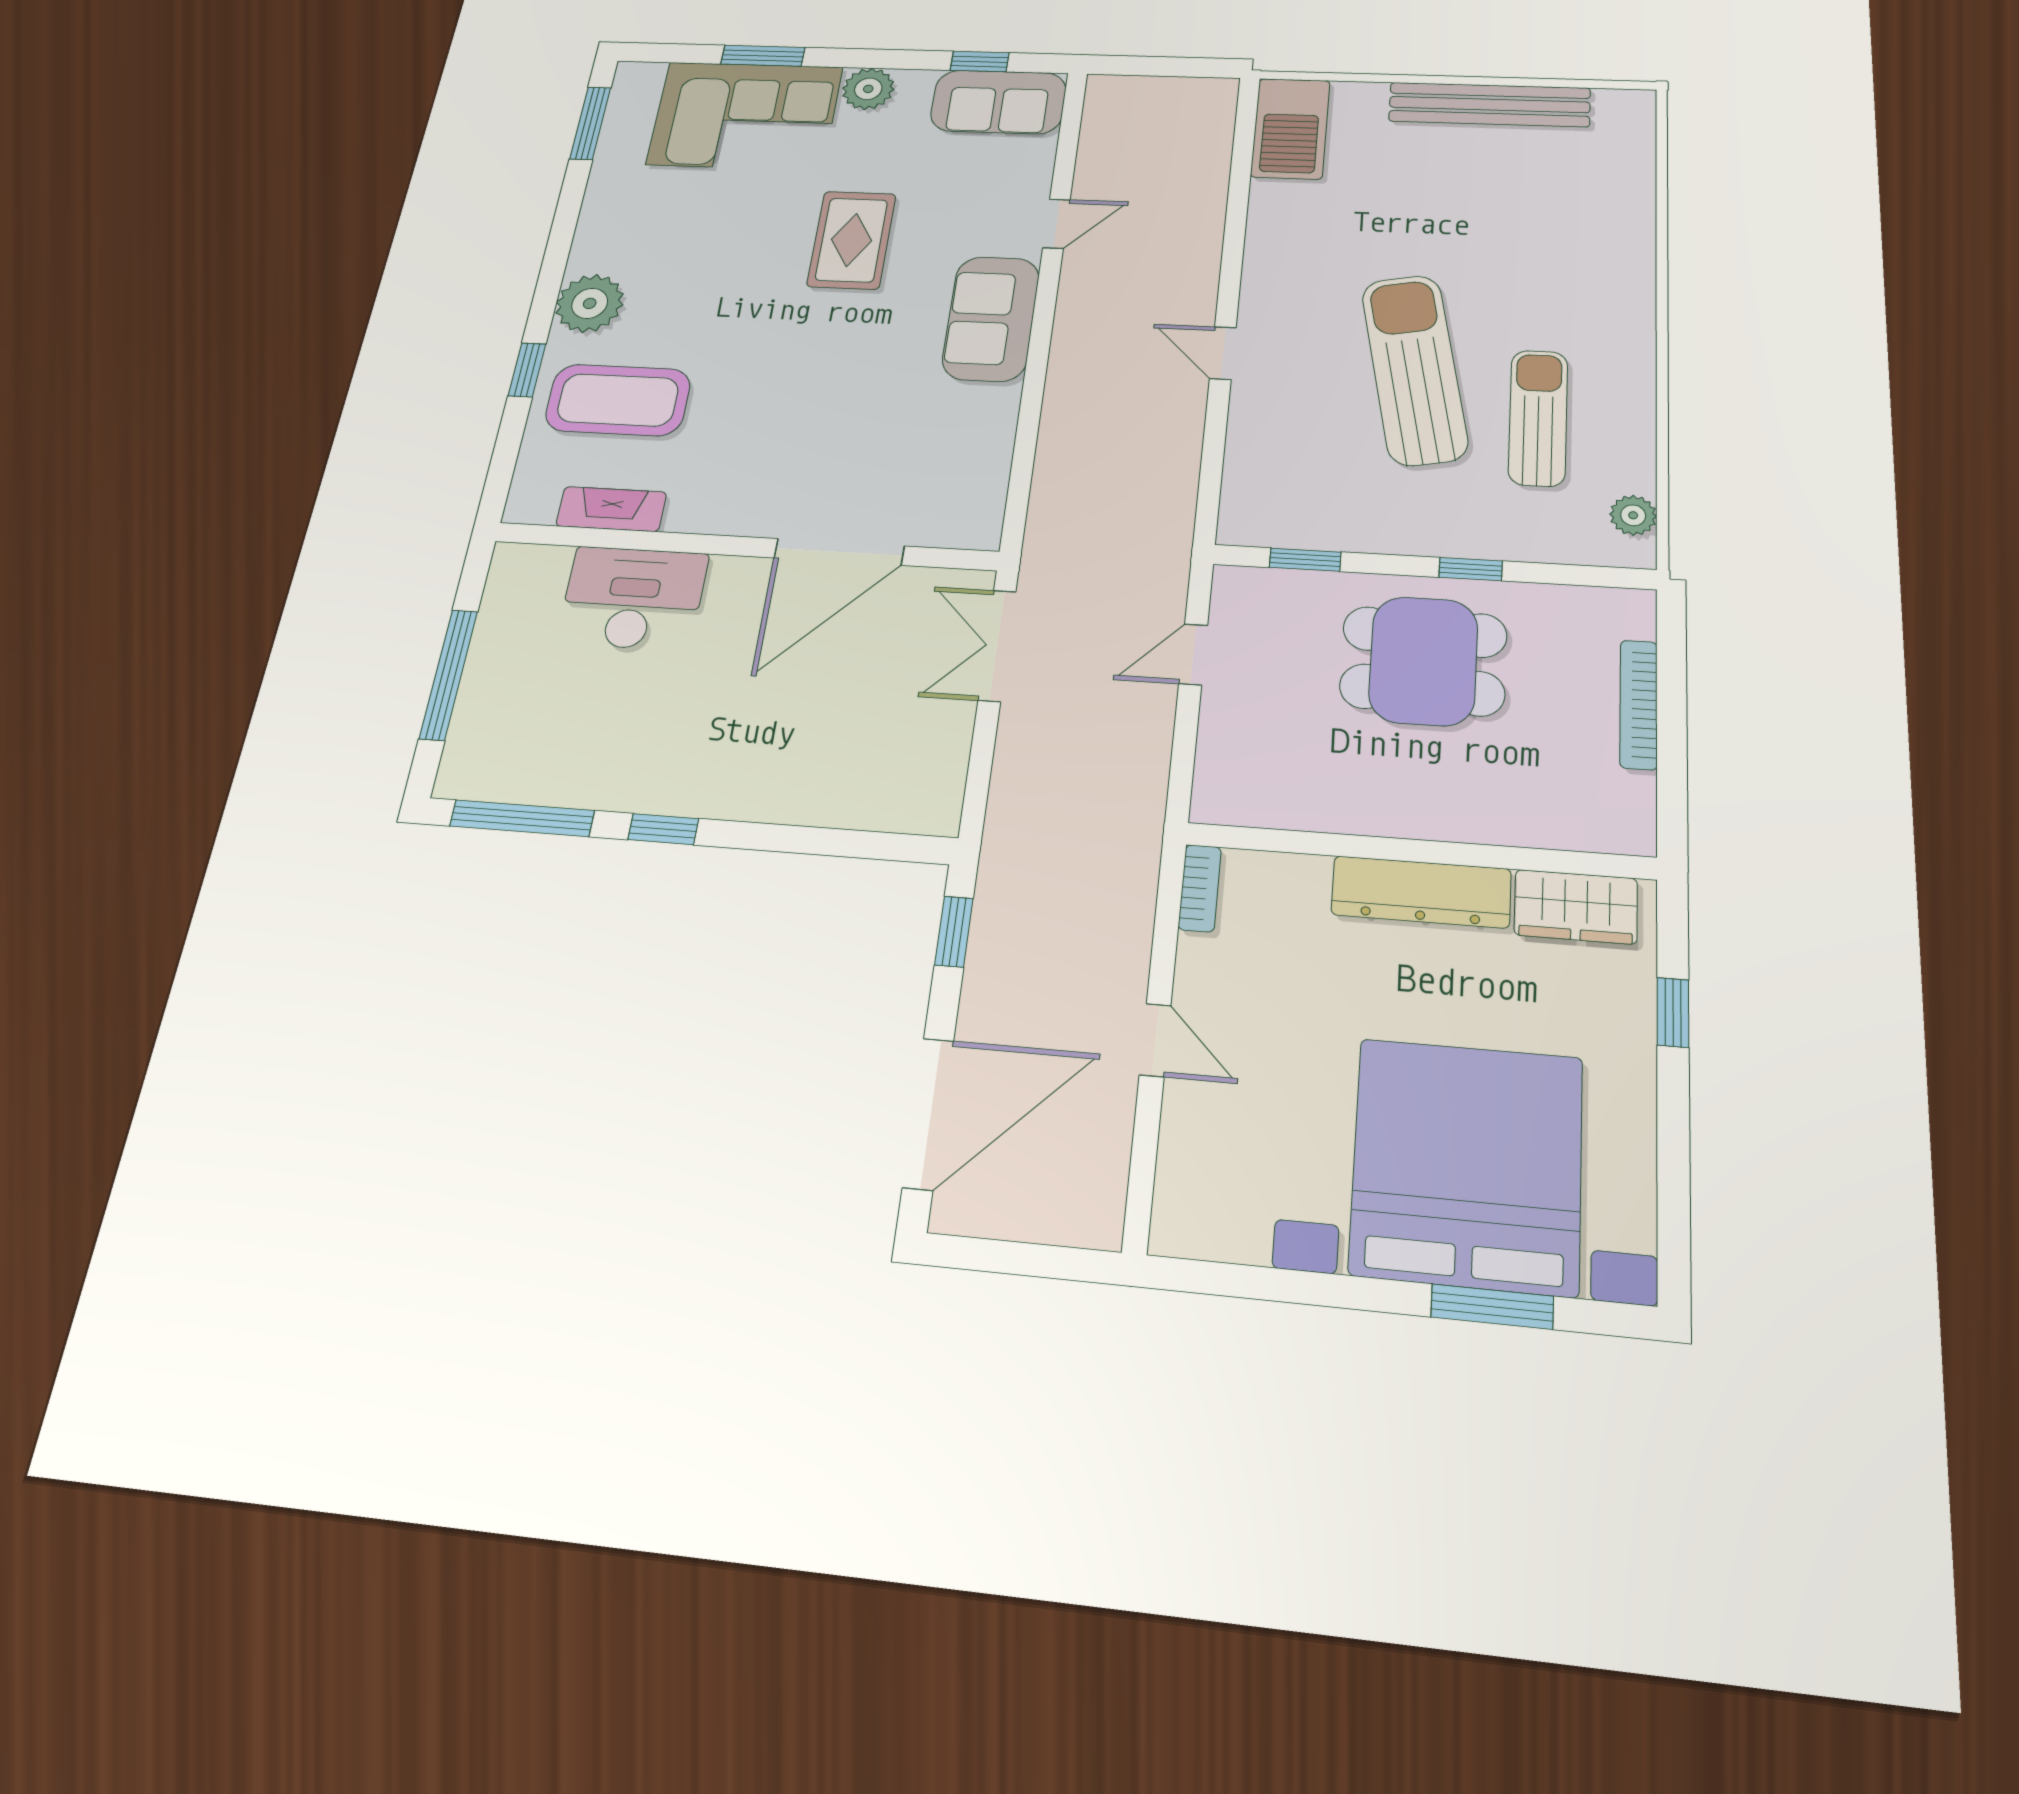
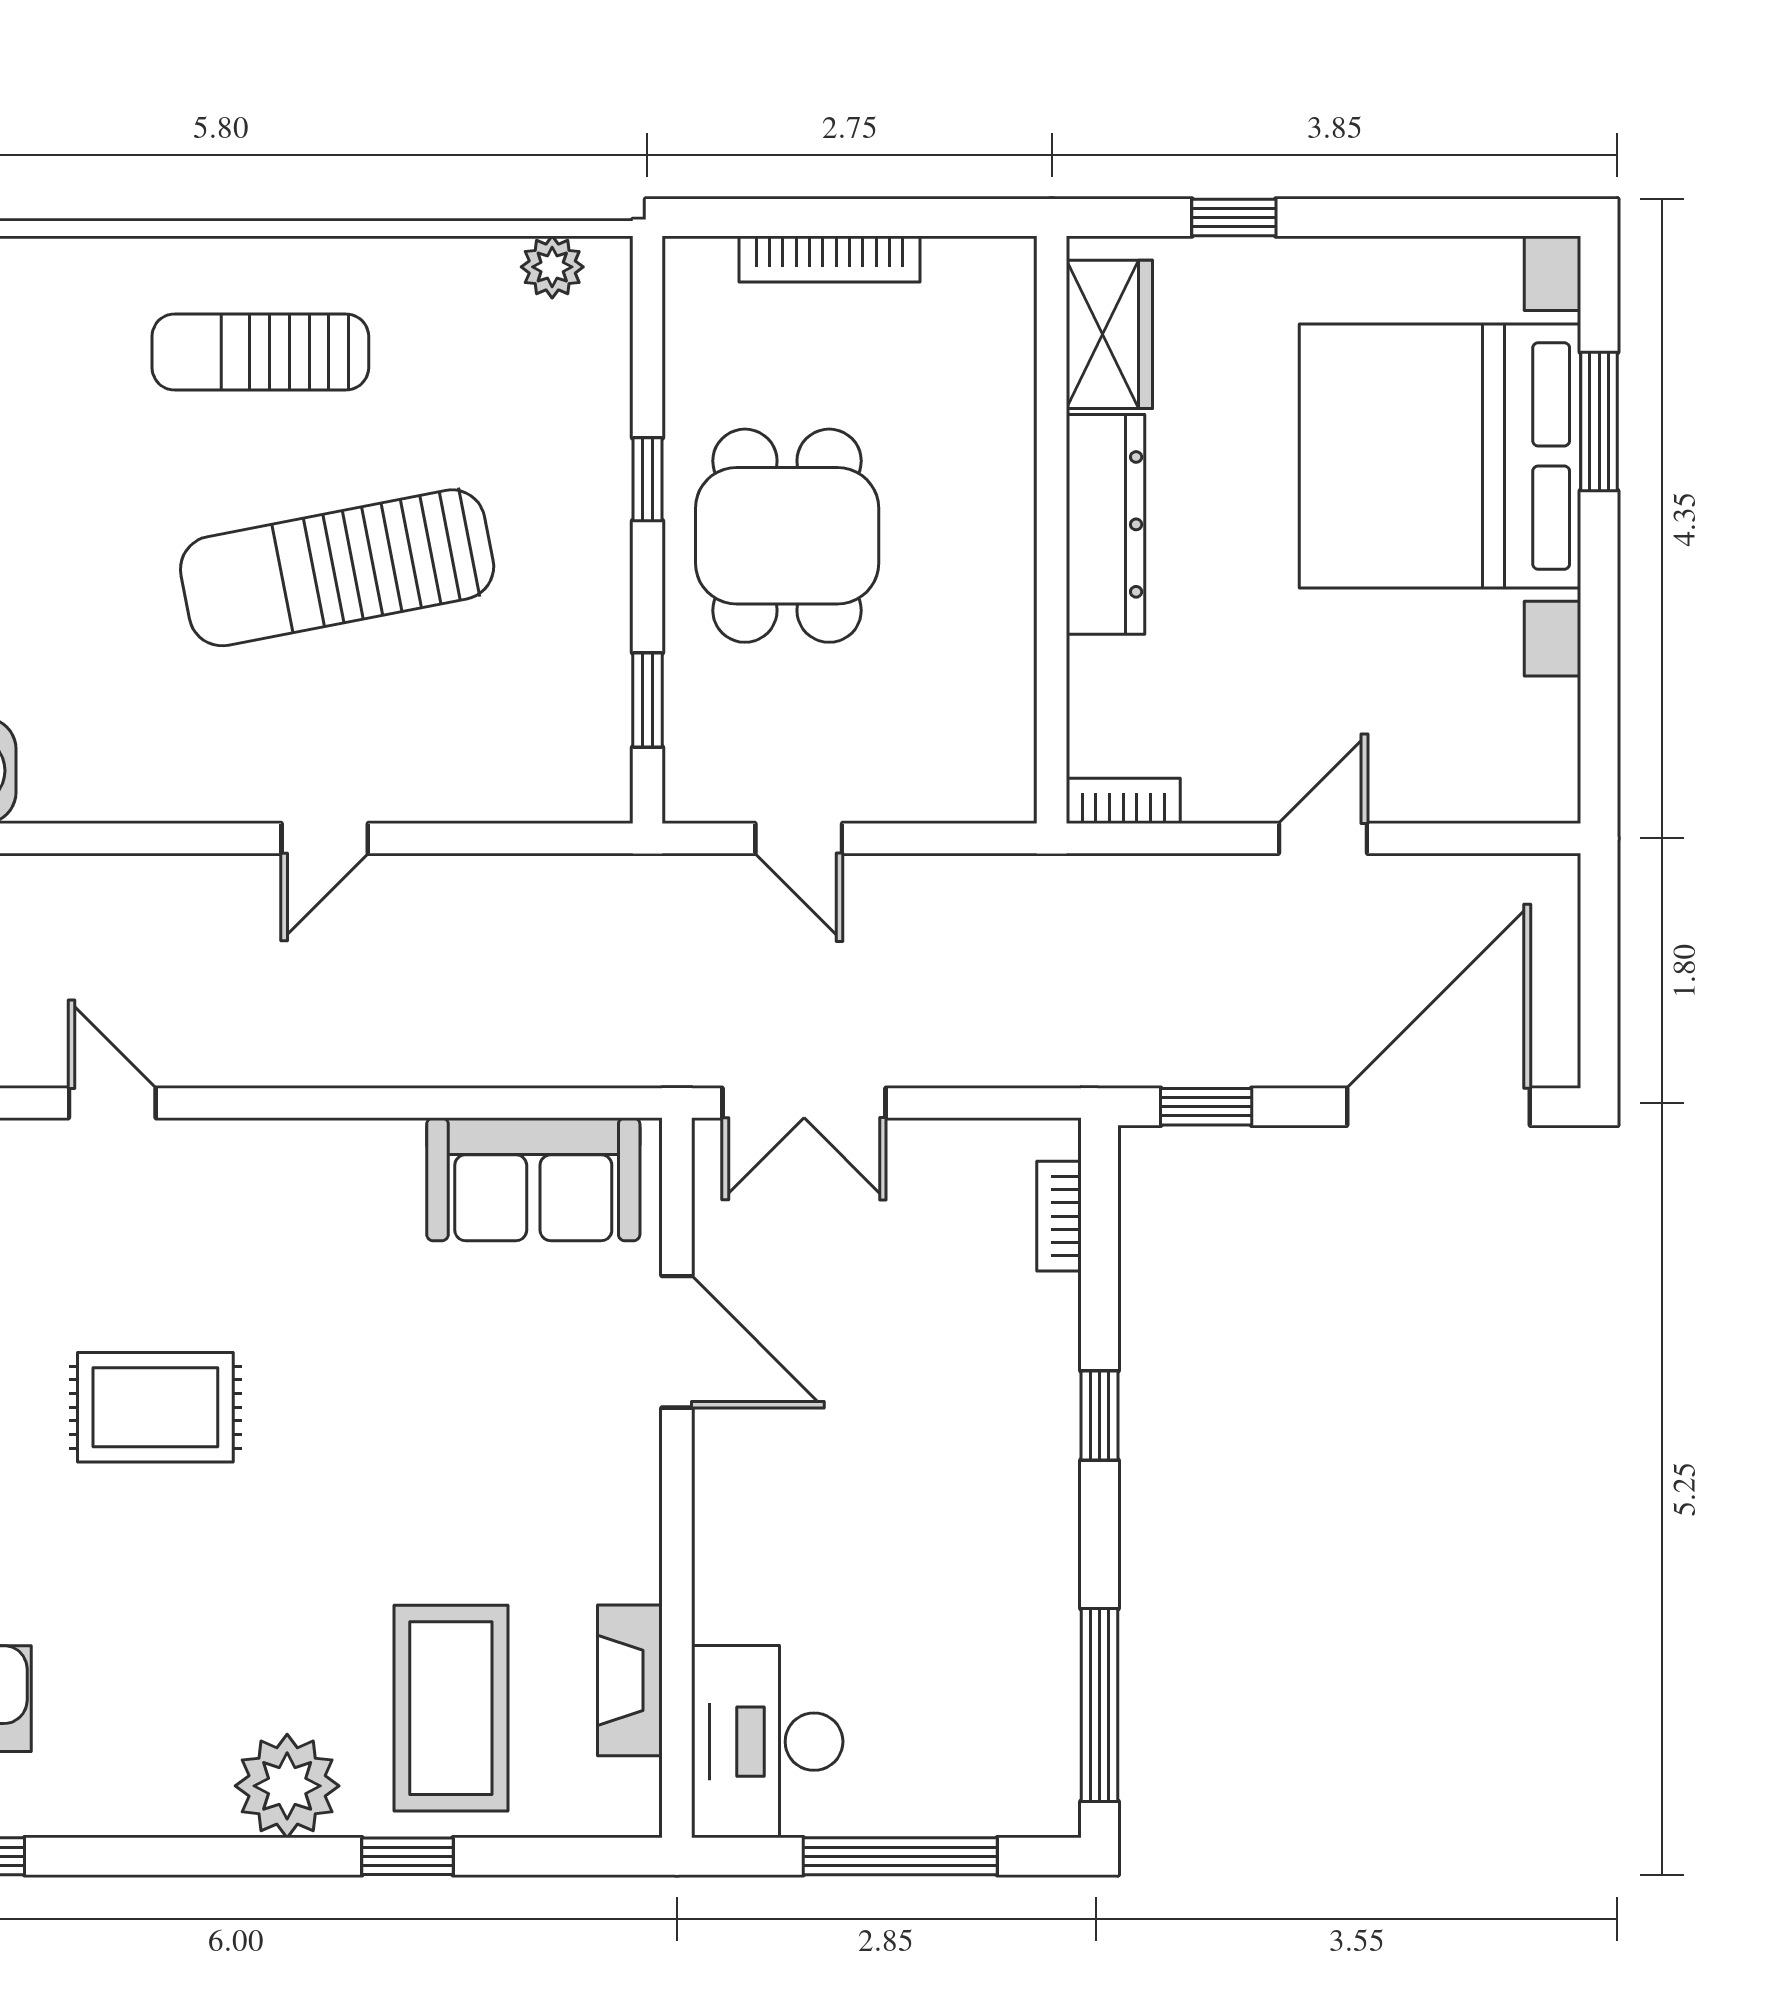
sofa: (991, 319) -> (533, 1179), moved
sun lounger: (1538, 418) -> (260, 352), moved
door: (839, 552) -> (677, 1342), width x0.73
desk: (633, 598) -> (767, 1742), moved
bookcase: (887, 817) -> (1059, 1216), added
window: (663, 829) -> (1099, 1416), moved
door: (928, 1114) -> (1439, 1107), hinge flipped

